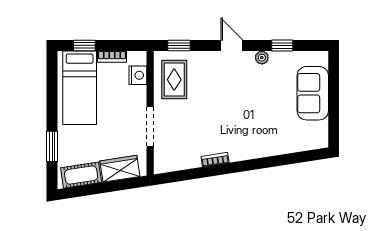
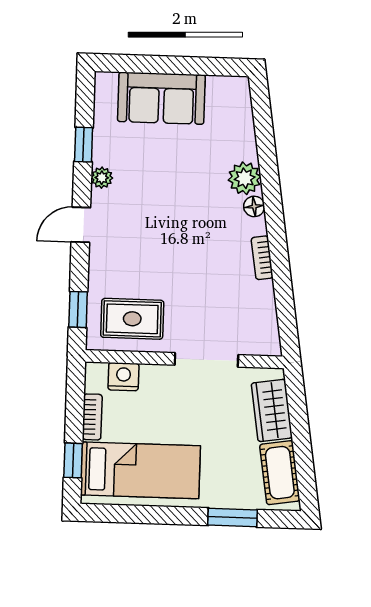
plant: (264, 147) -> (245, 178), added
floor lamp: (247, 153) -> (254, 206), added

